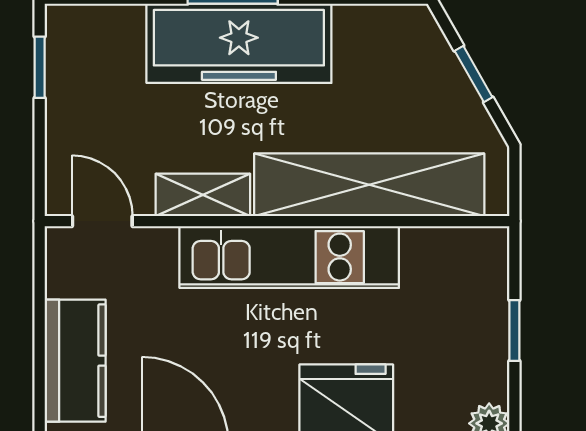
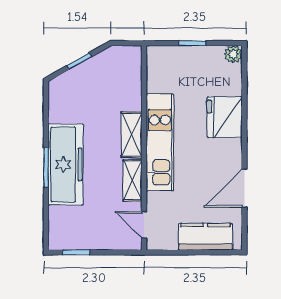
shelving: (369, 185) -> (131, 135), width x0.45, depth x0.75
door: (102, 221) -> (144, 225), hinge flipped

